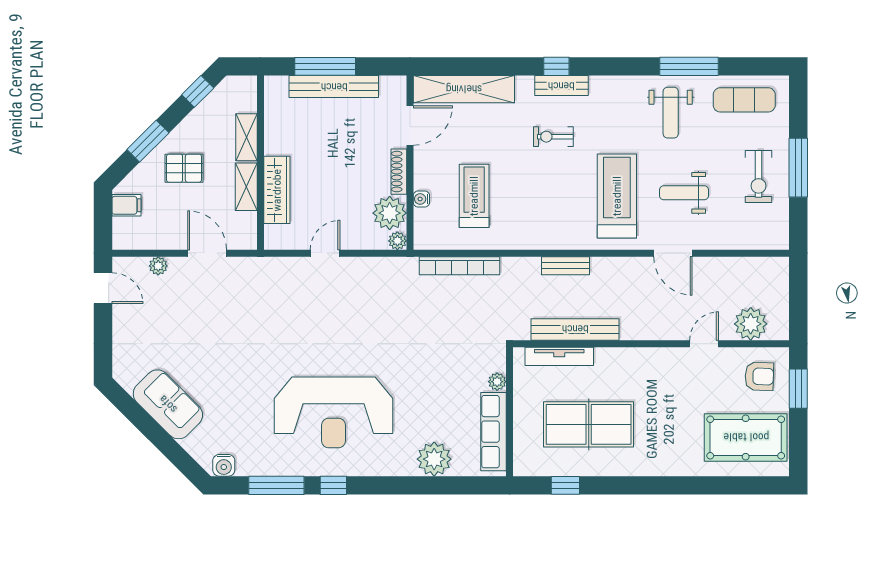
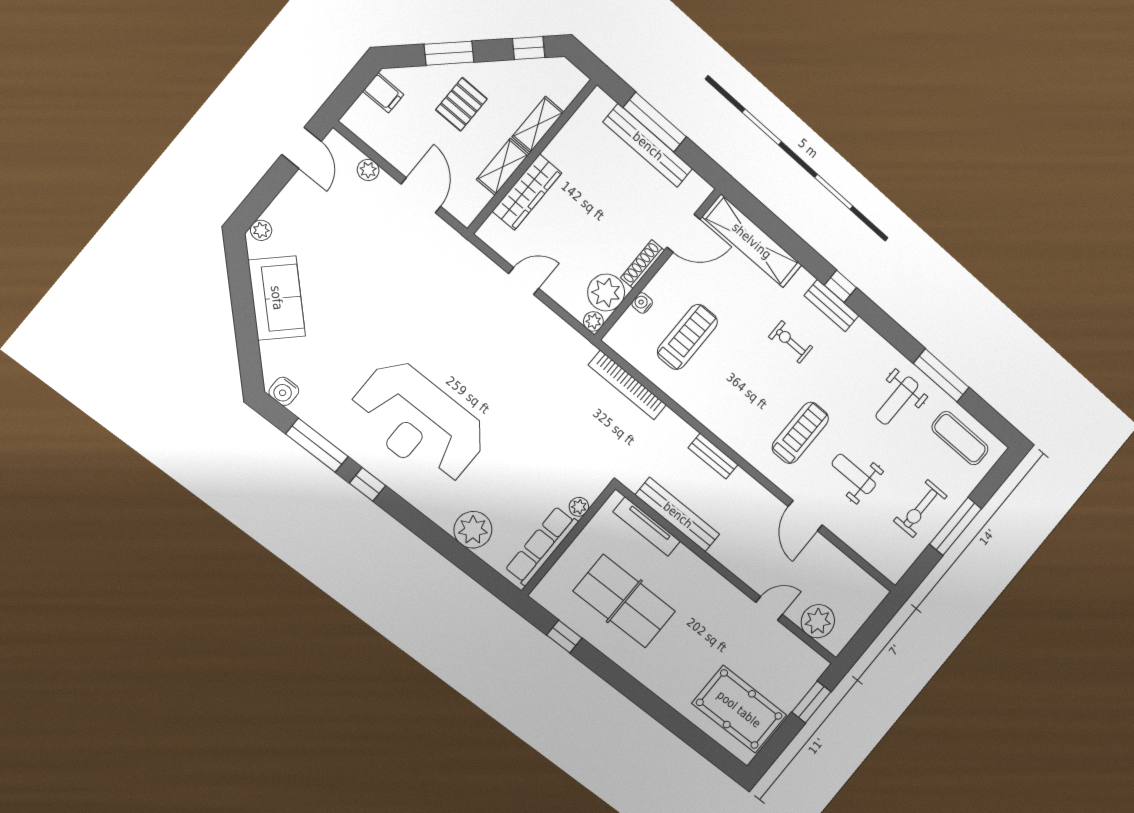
pallet: (184, 168) -> (461, 104), turned 90
treadmill: (617, 196) -> (800, 433), width x0.73, depth x0.73
plant: (121, 366) -> (261, 230), added
armchair: (759, 376) -> (790, 669), removed

